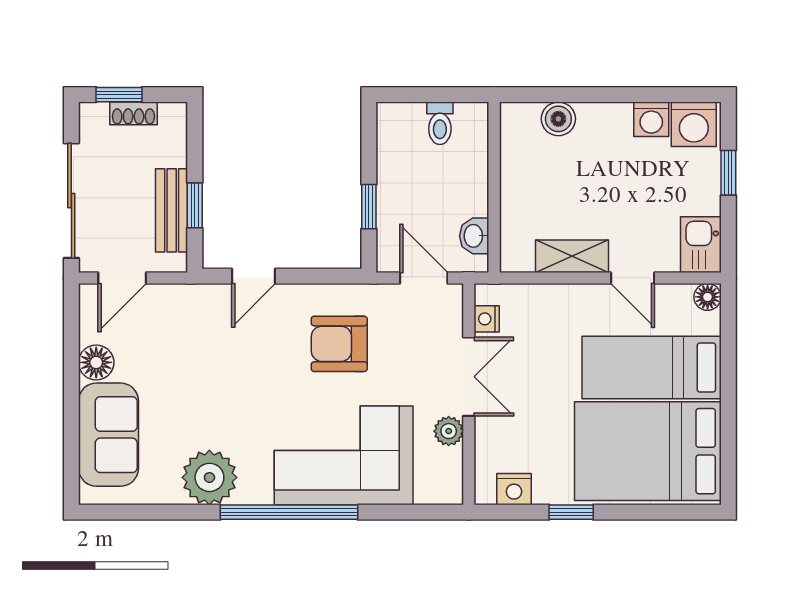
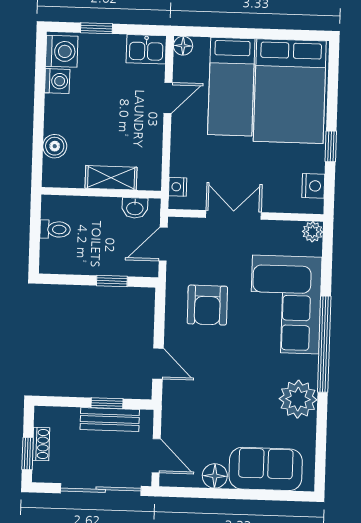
shelving: (572, 256) -> (111, 178), moved, turned 90
nightstand: (487, 319) -> (178, 187), moved, turned 90
plant: (449, 431) -> (313, 232), moved

